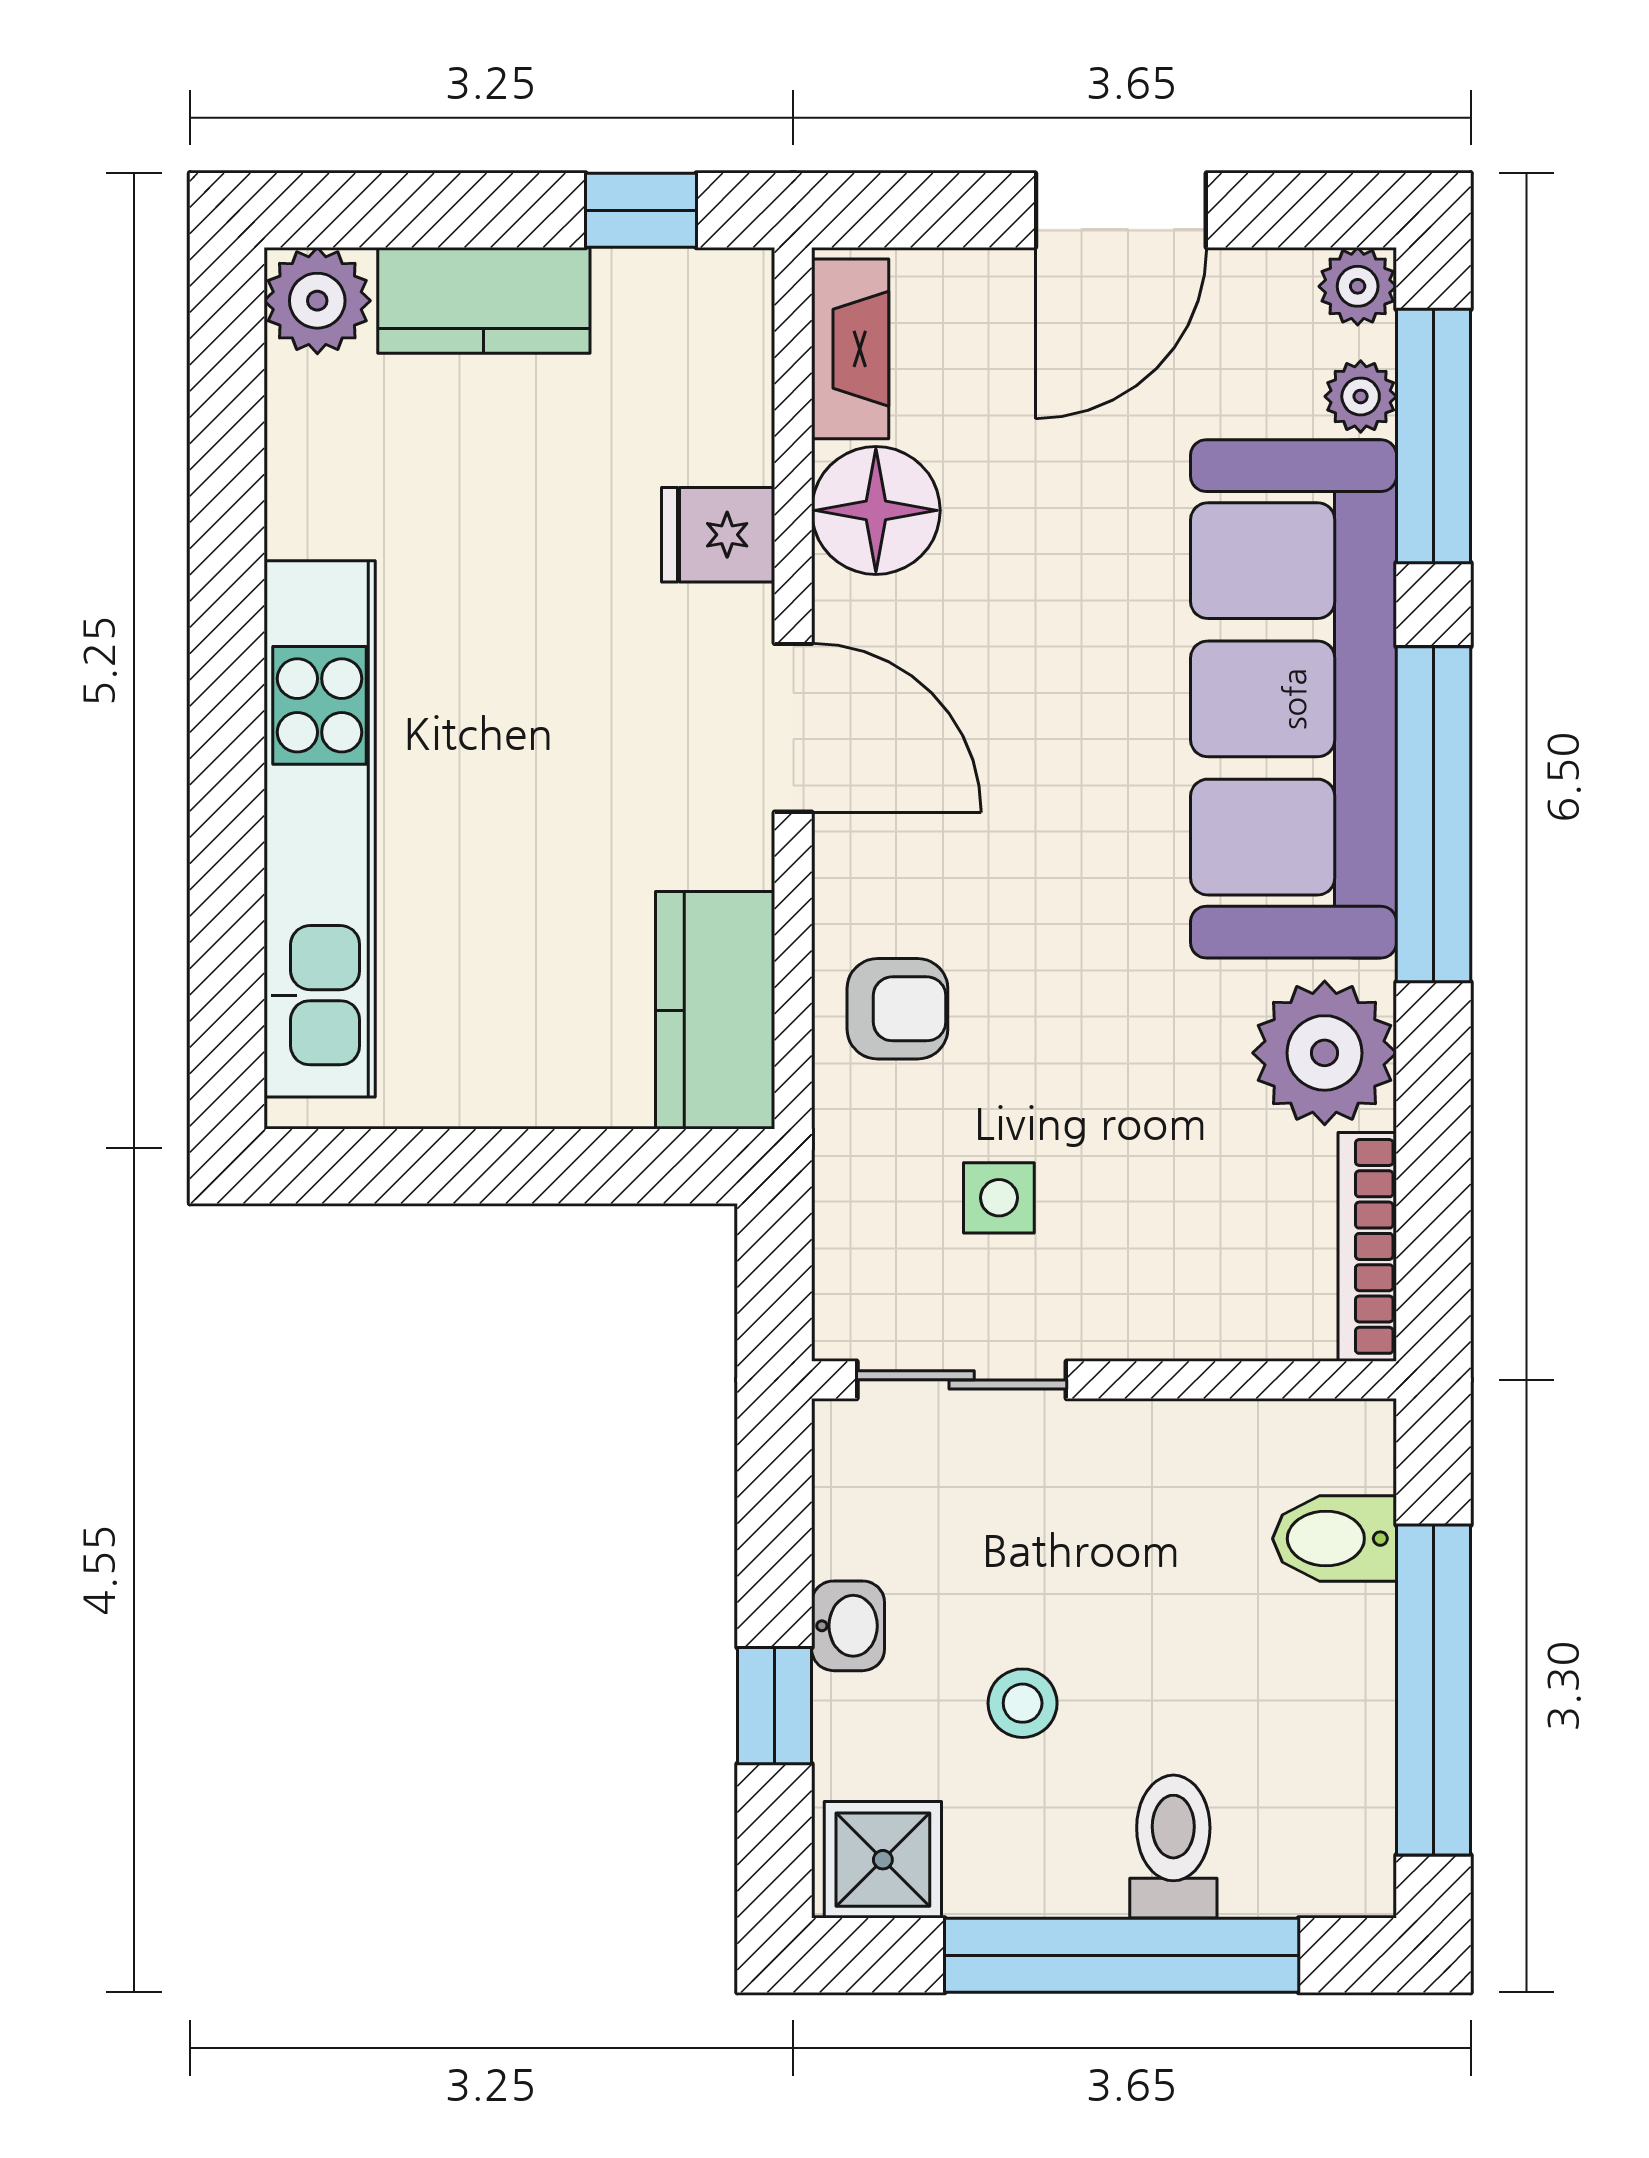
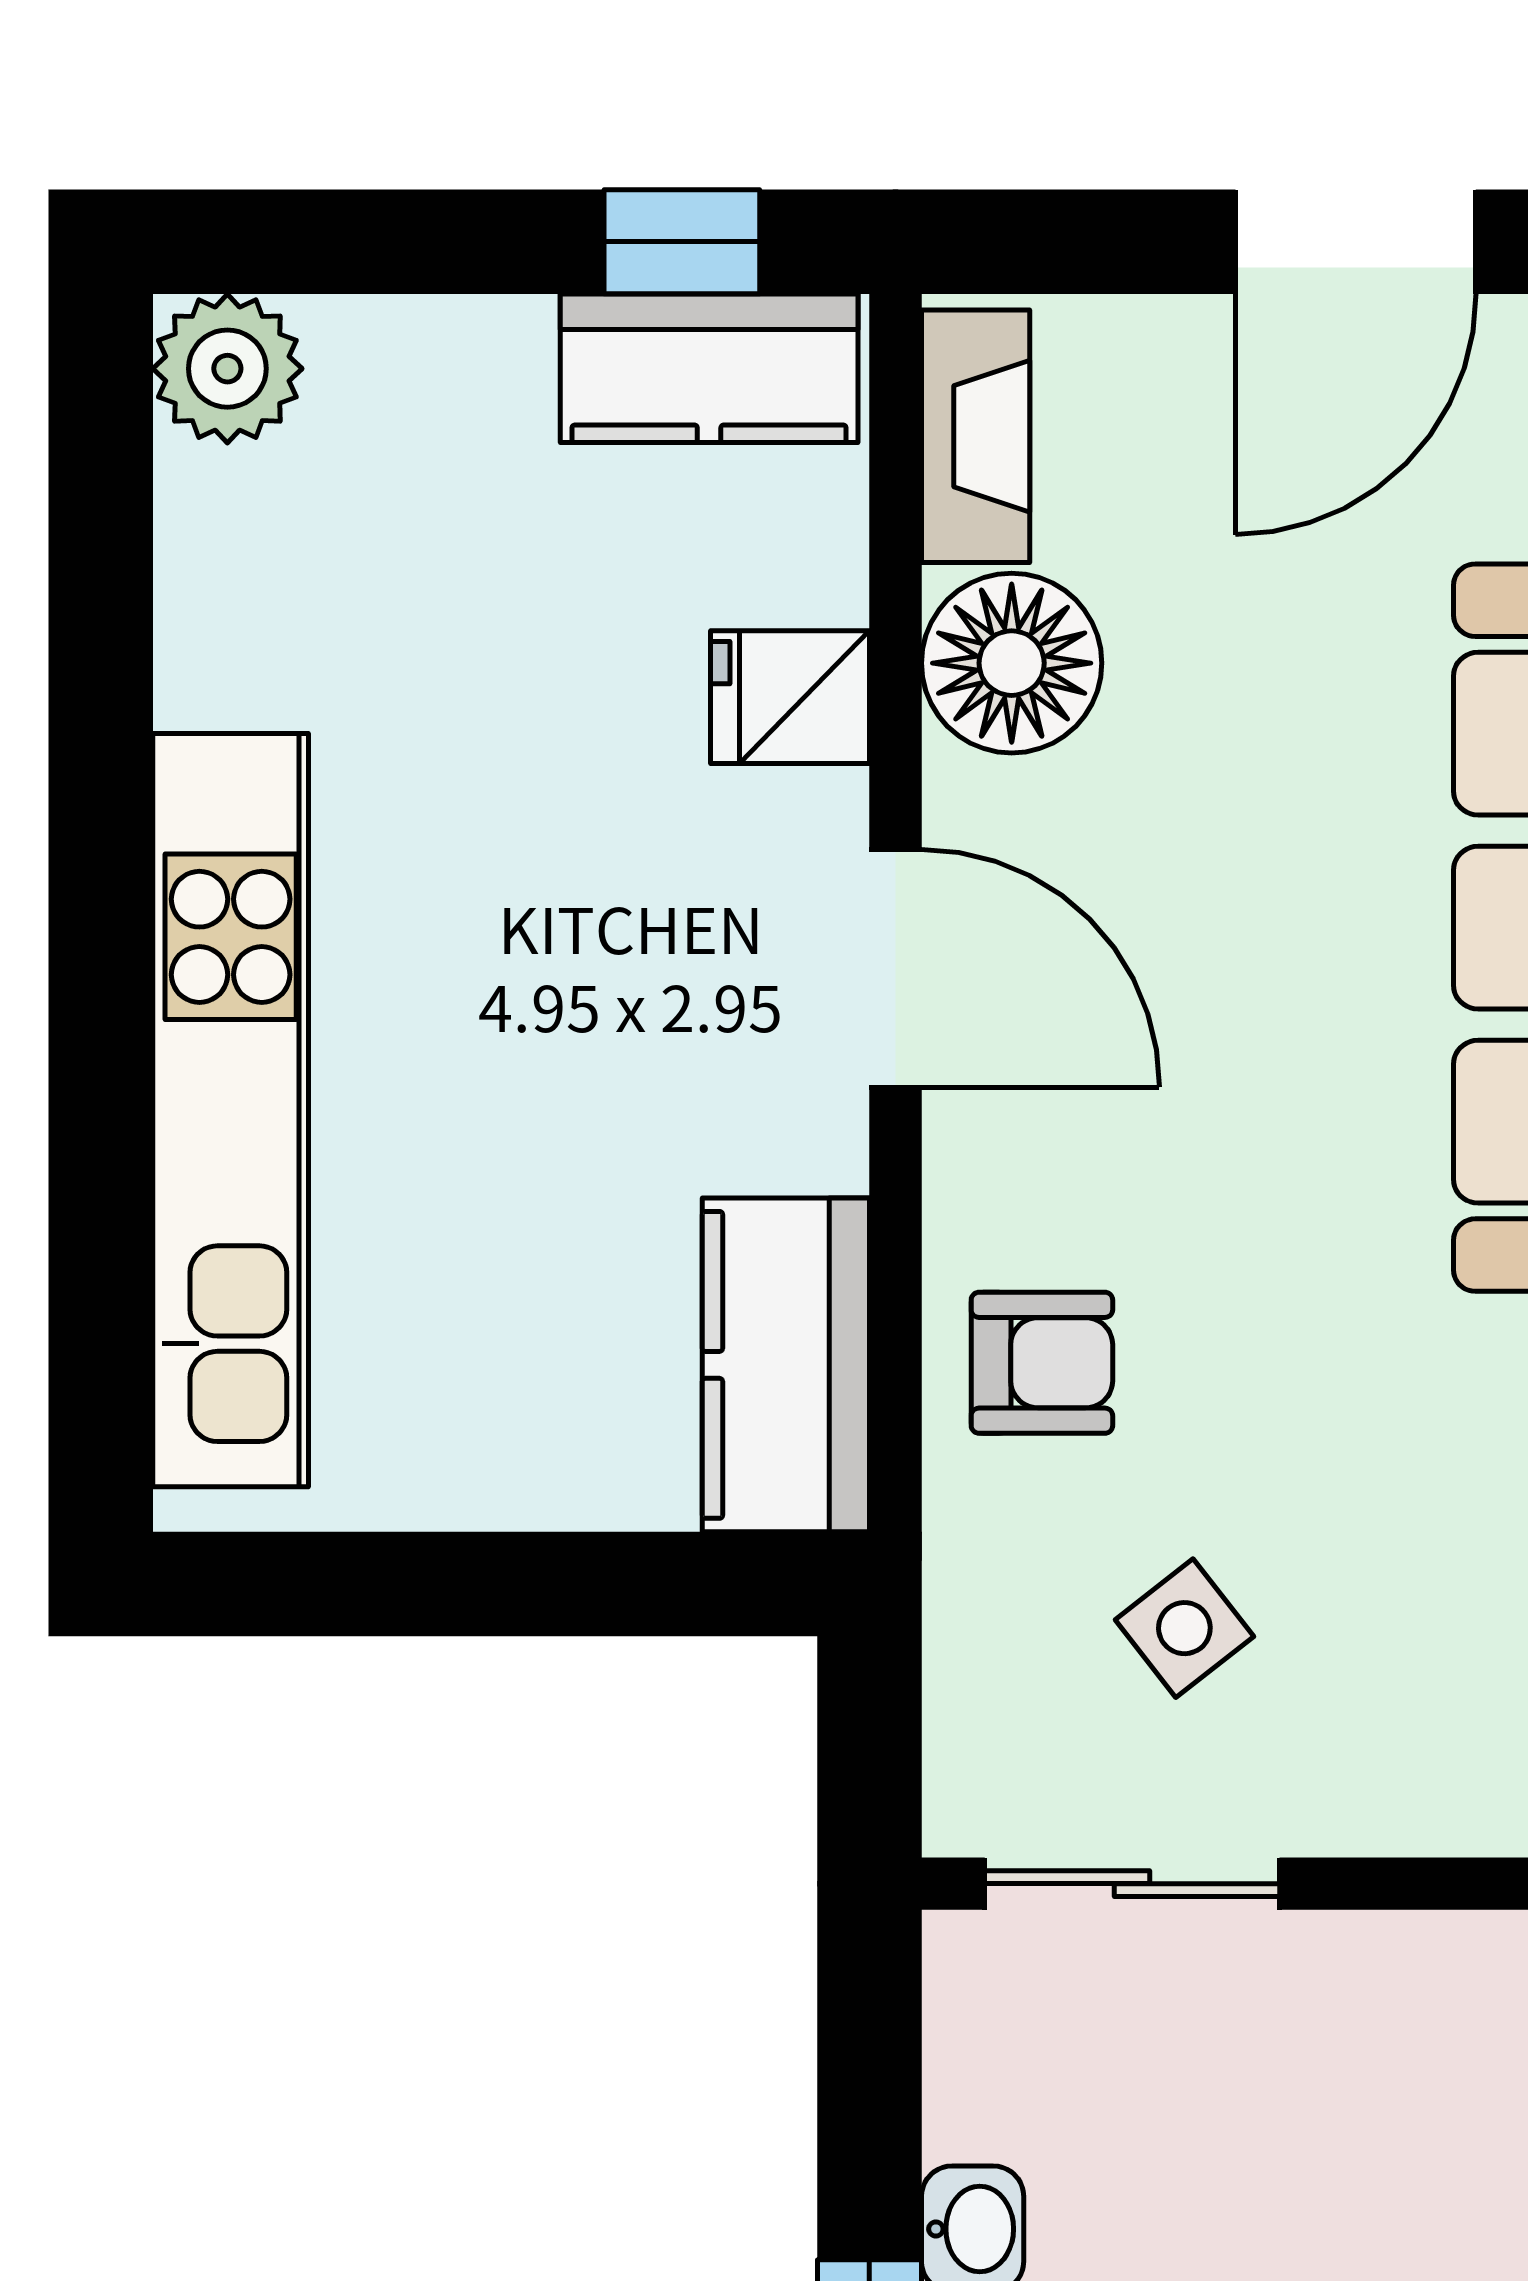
kitchen counter: (484, 300) -> (709, 368), moved
side table: (999, 1198) -> (1184, 1628), turned -38

